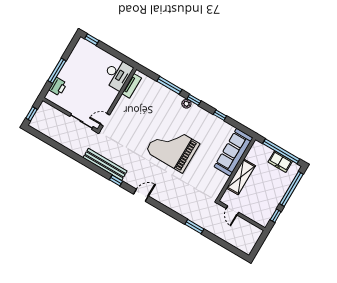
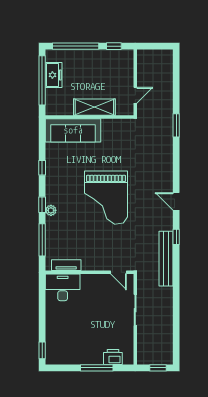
desk: (117, 74) -> (63, 287), moved
tv unit: (132, 86) -> (66, 265), moved
wall: (117, 99) -> (90, 272), moved
door: (105, 120) -> (119, 272), moved

